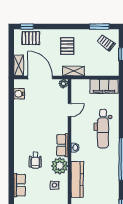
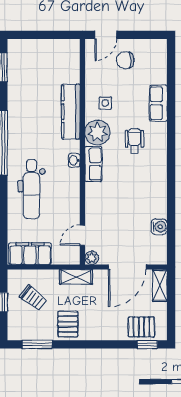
trolley: (106, 43) -> (33, 298), moved
pallet: (67, 46) -> (68, 324), moved
door: (40, 77) -> (127, 267), hinge flipped
water cooler: (19, 94) -> (159, 227), moved
door: (70, 110) -> (82, 235), moved
dental chair: (103, 129) -> (31, 189), turned 180

